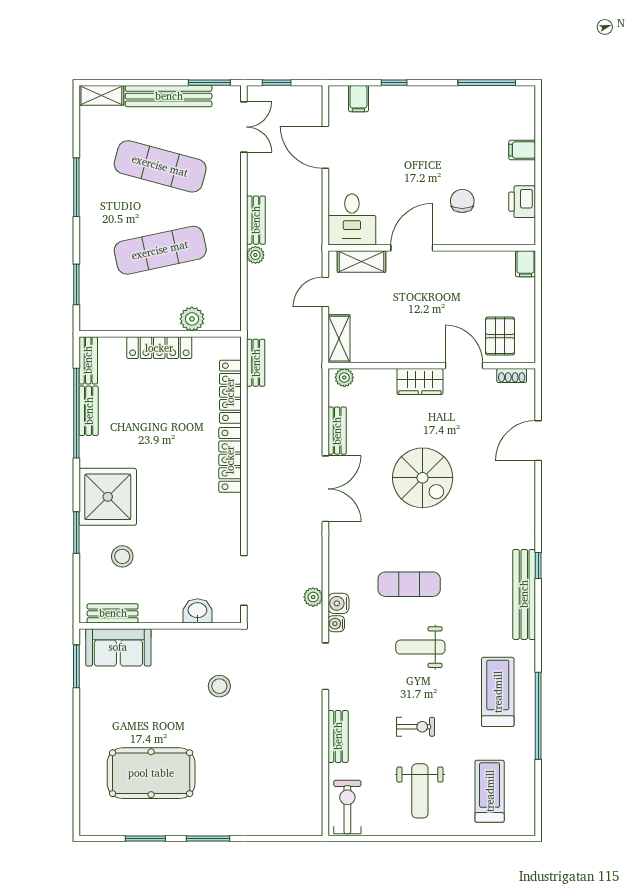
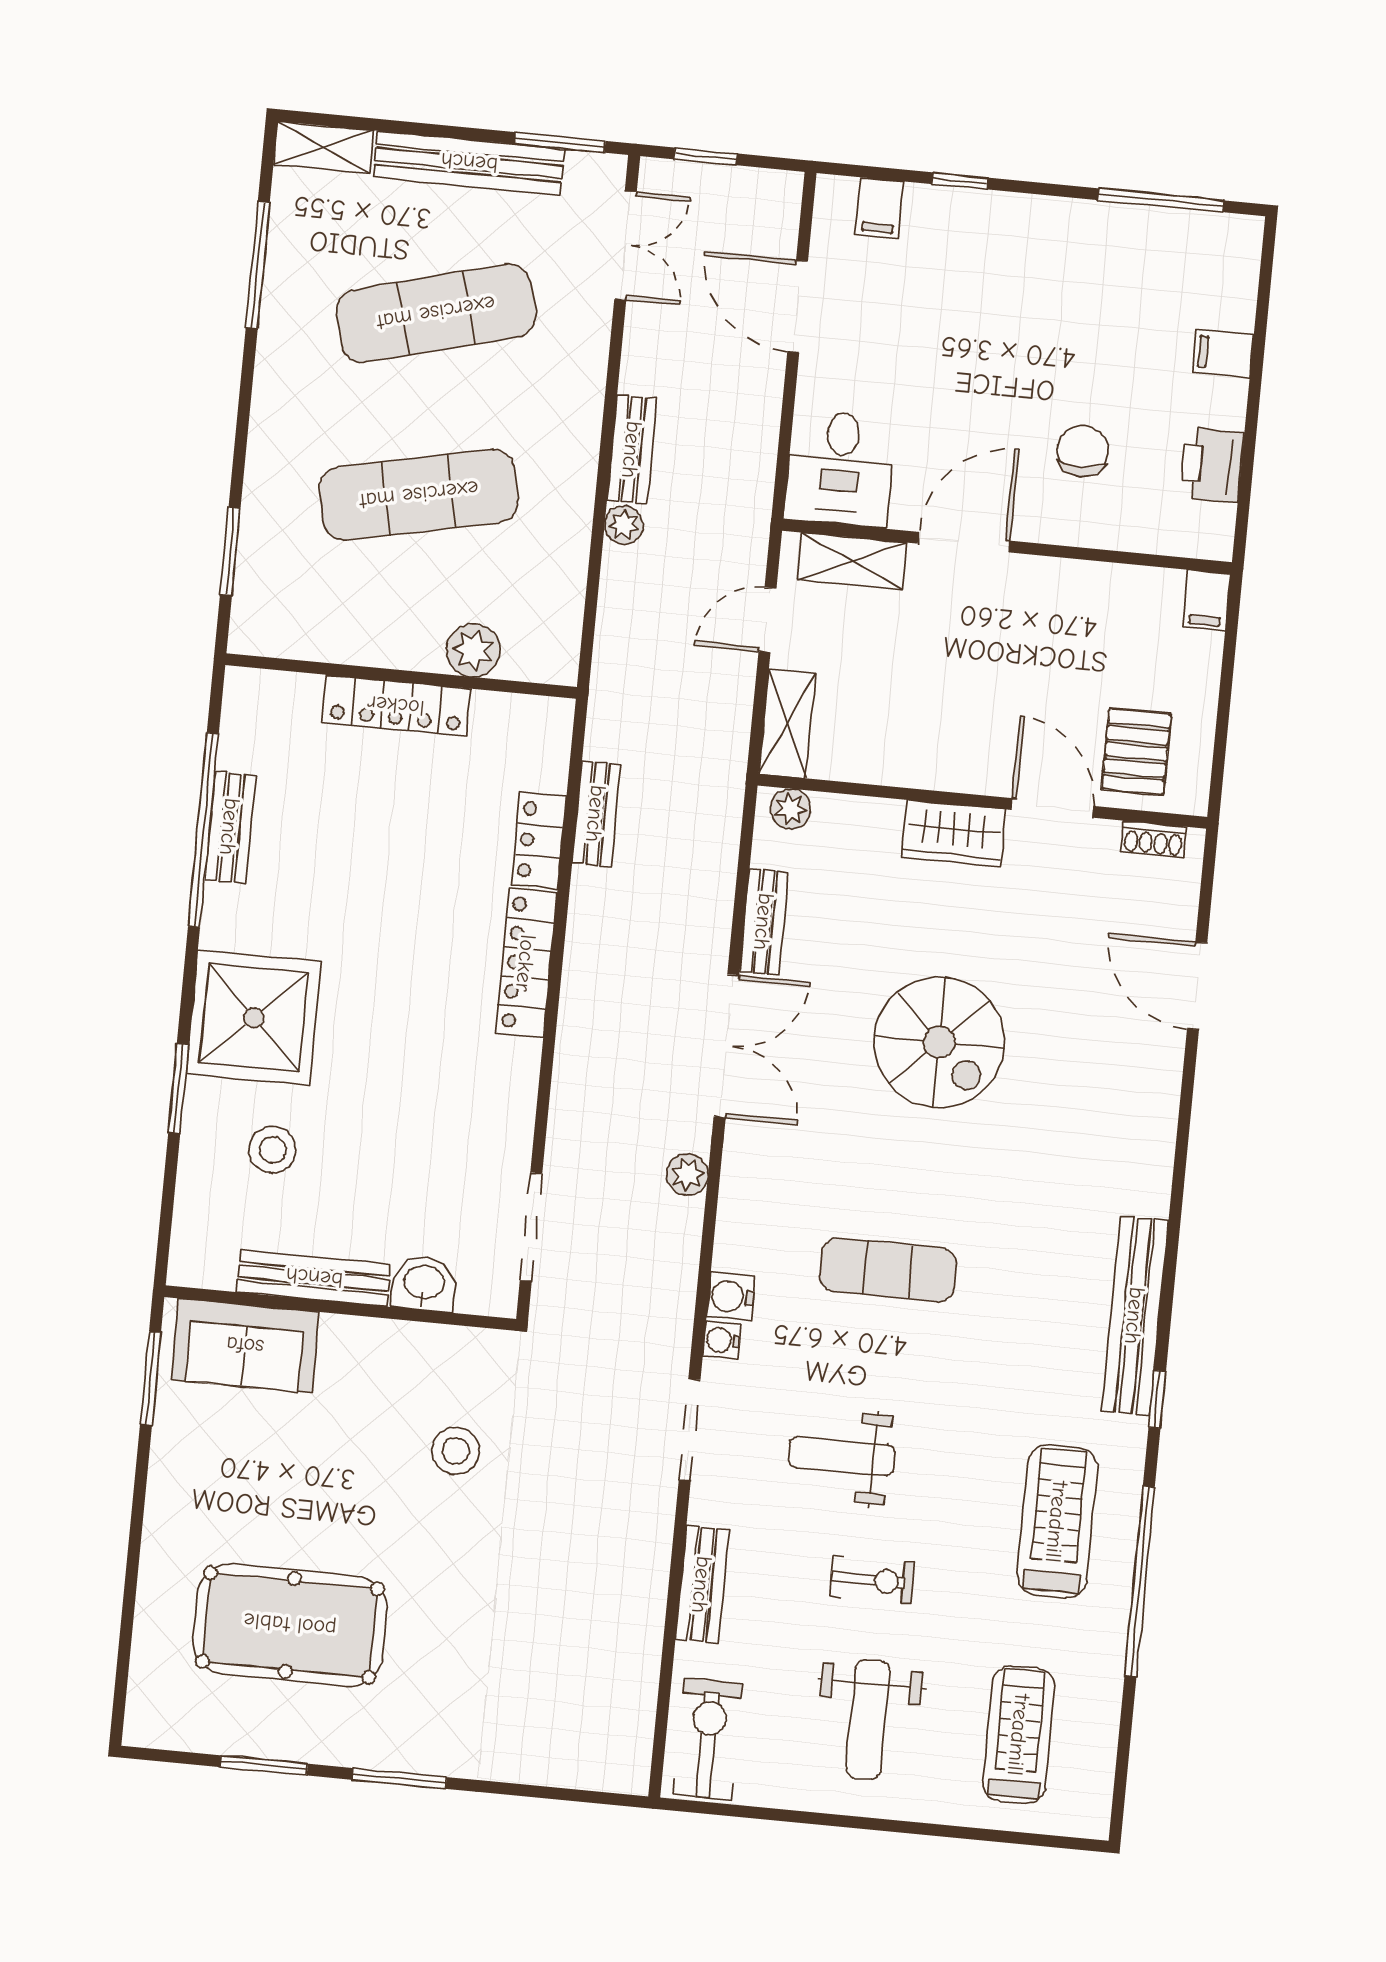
exercise mat: (160, 166) -> (436, 313), turned -30
window: (76, 187) -> (258, 265), moved
bench: (88, 360) -> (240, 718), removed
bench: (256, 363) -> (596, 814), moved
locker: (230, 392) -> (539, 840), width x0.66
door: (538, 441) -> (1197, 986), hinge flipped
window: (538, 566) -> (1157, 1399), moved
plant: (313, 597) -> (687, 1175), moved
bench: (113, 613) -> (314, 1278), moved, width x1.36
weight bench: (420, 647) -> (842, 1456), moved

